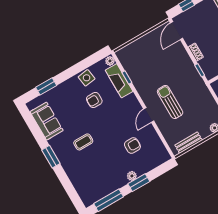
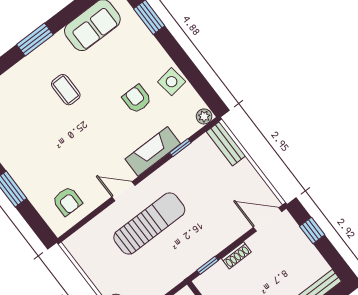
fireplace: (119, 81) -> (153, 151), moved
sun lounger: (170, 102) -> (149, 224), width x1.36, depth x1.34
bench: (189, 143) -> (226, 144), moved
armchair: (132, 146) -> (67, 201), moved
plant: (132, 176) -> (20, 176), removed

